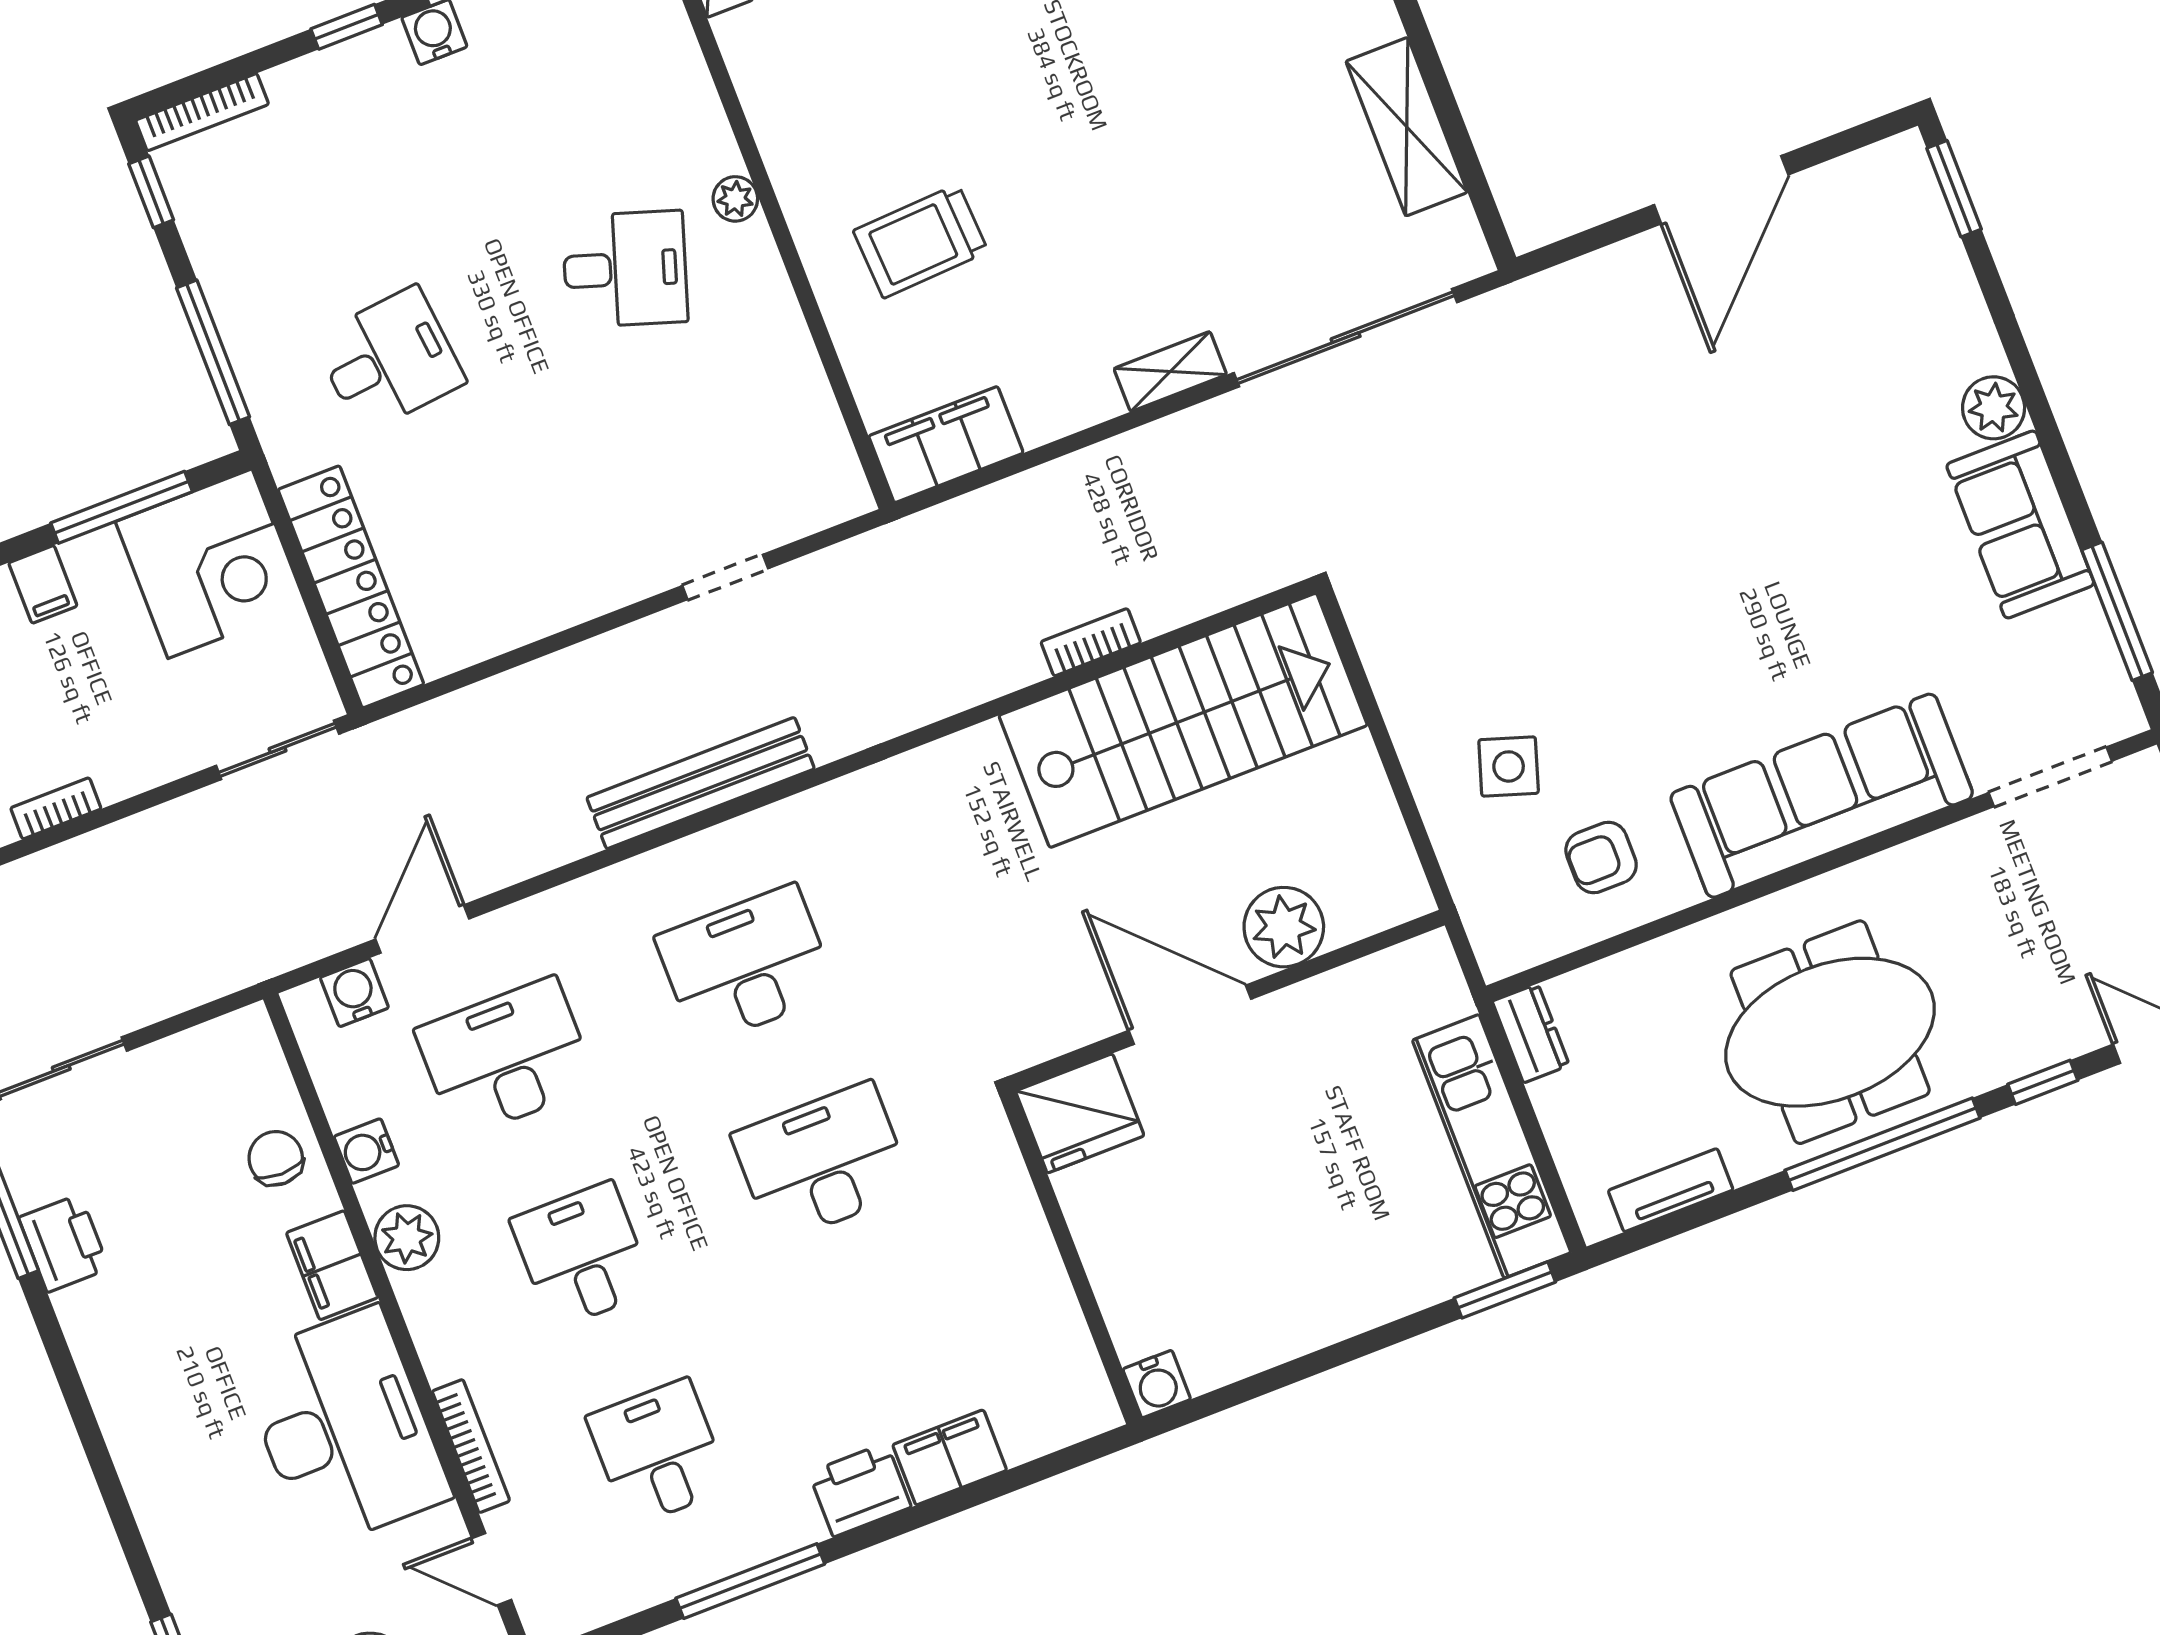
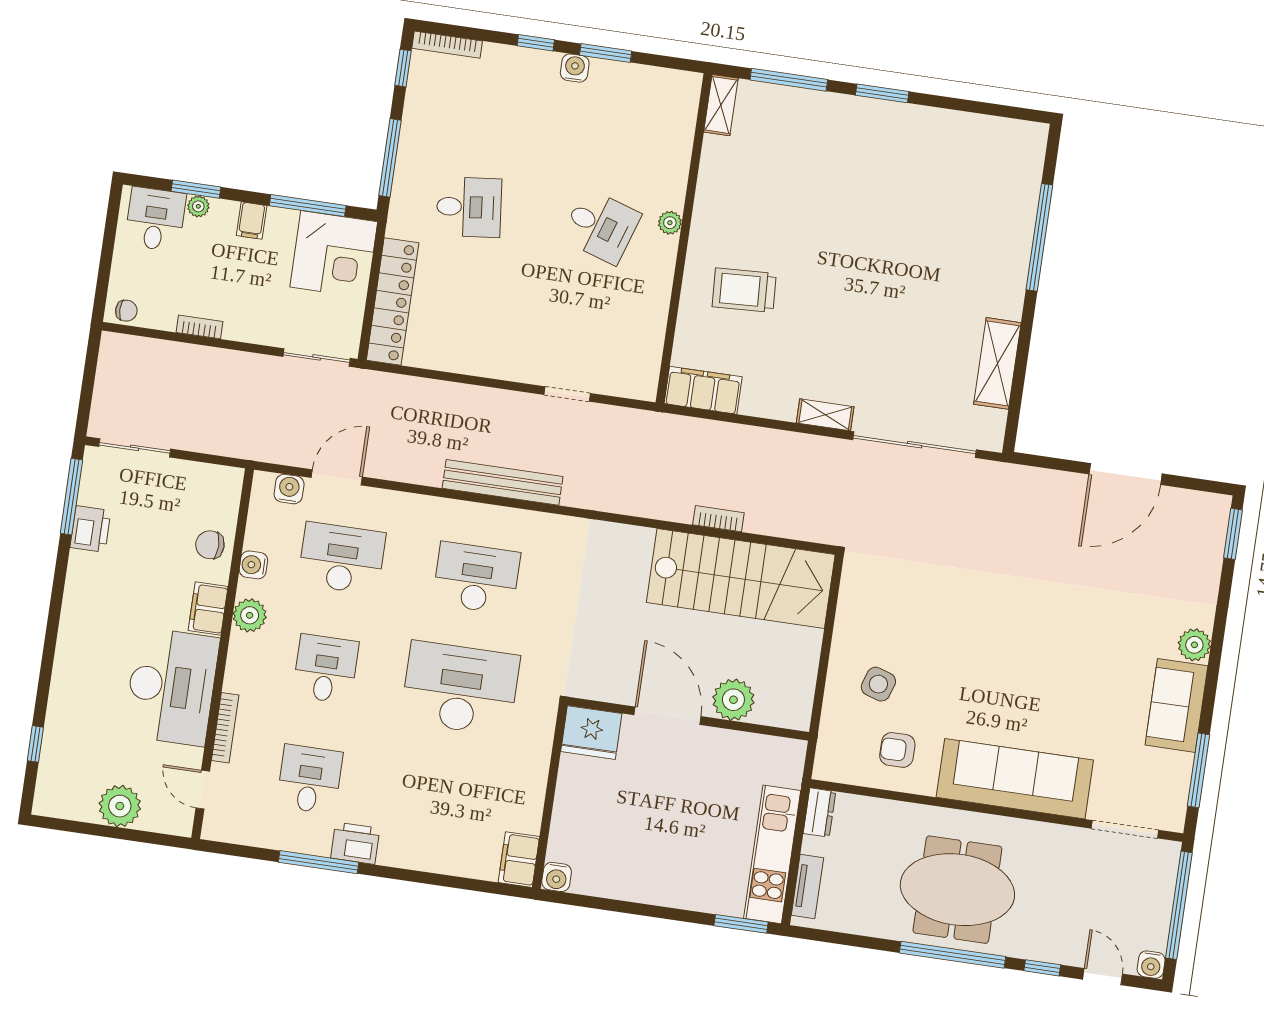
chair: (276, 1158) -> (210, 545), turned -90
desk: (822, 1162) -> (460, 688), width x1.36, depth x1.30
tv unit: (1671, 1190) -> (807, 886), moved, turned 90
filing cabinet: (950, 1457) -> (519, 860), moved, turned -90
printer: (860, 1490) -> (355, 843), moved

